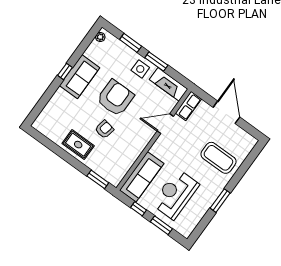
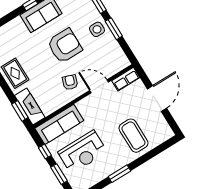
fireplace: (169, 84) -> (30, 107), moved, turned 180
armchair: (104, 129) -> (70, 82), moved, turned -82
reception desk: (175, 194) -> (83, 152), turned 180

